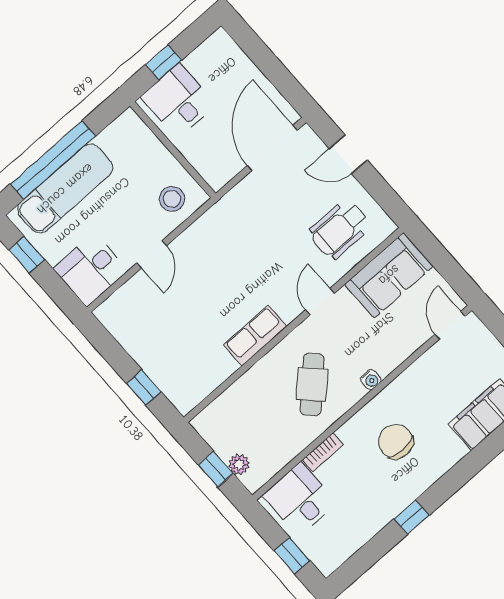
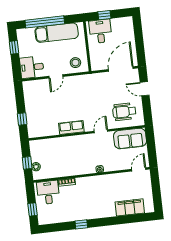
exam couch: (65, 189) -> (57, 33), moved
cafe table: (312, 384) -> (79, 157), removed
chair: (396, 442) -> (94, 196), removed

